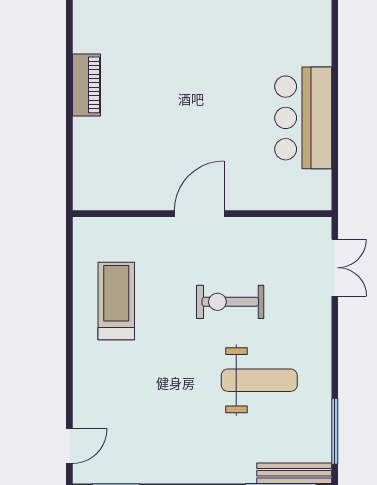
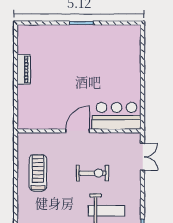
bar counter: (303, 118) -> (117, 116), moved, turned 90
exercise bike: (230, 302) -> (92, 173), turned 180

